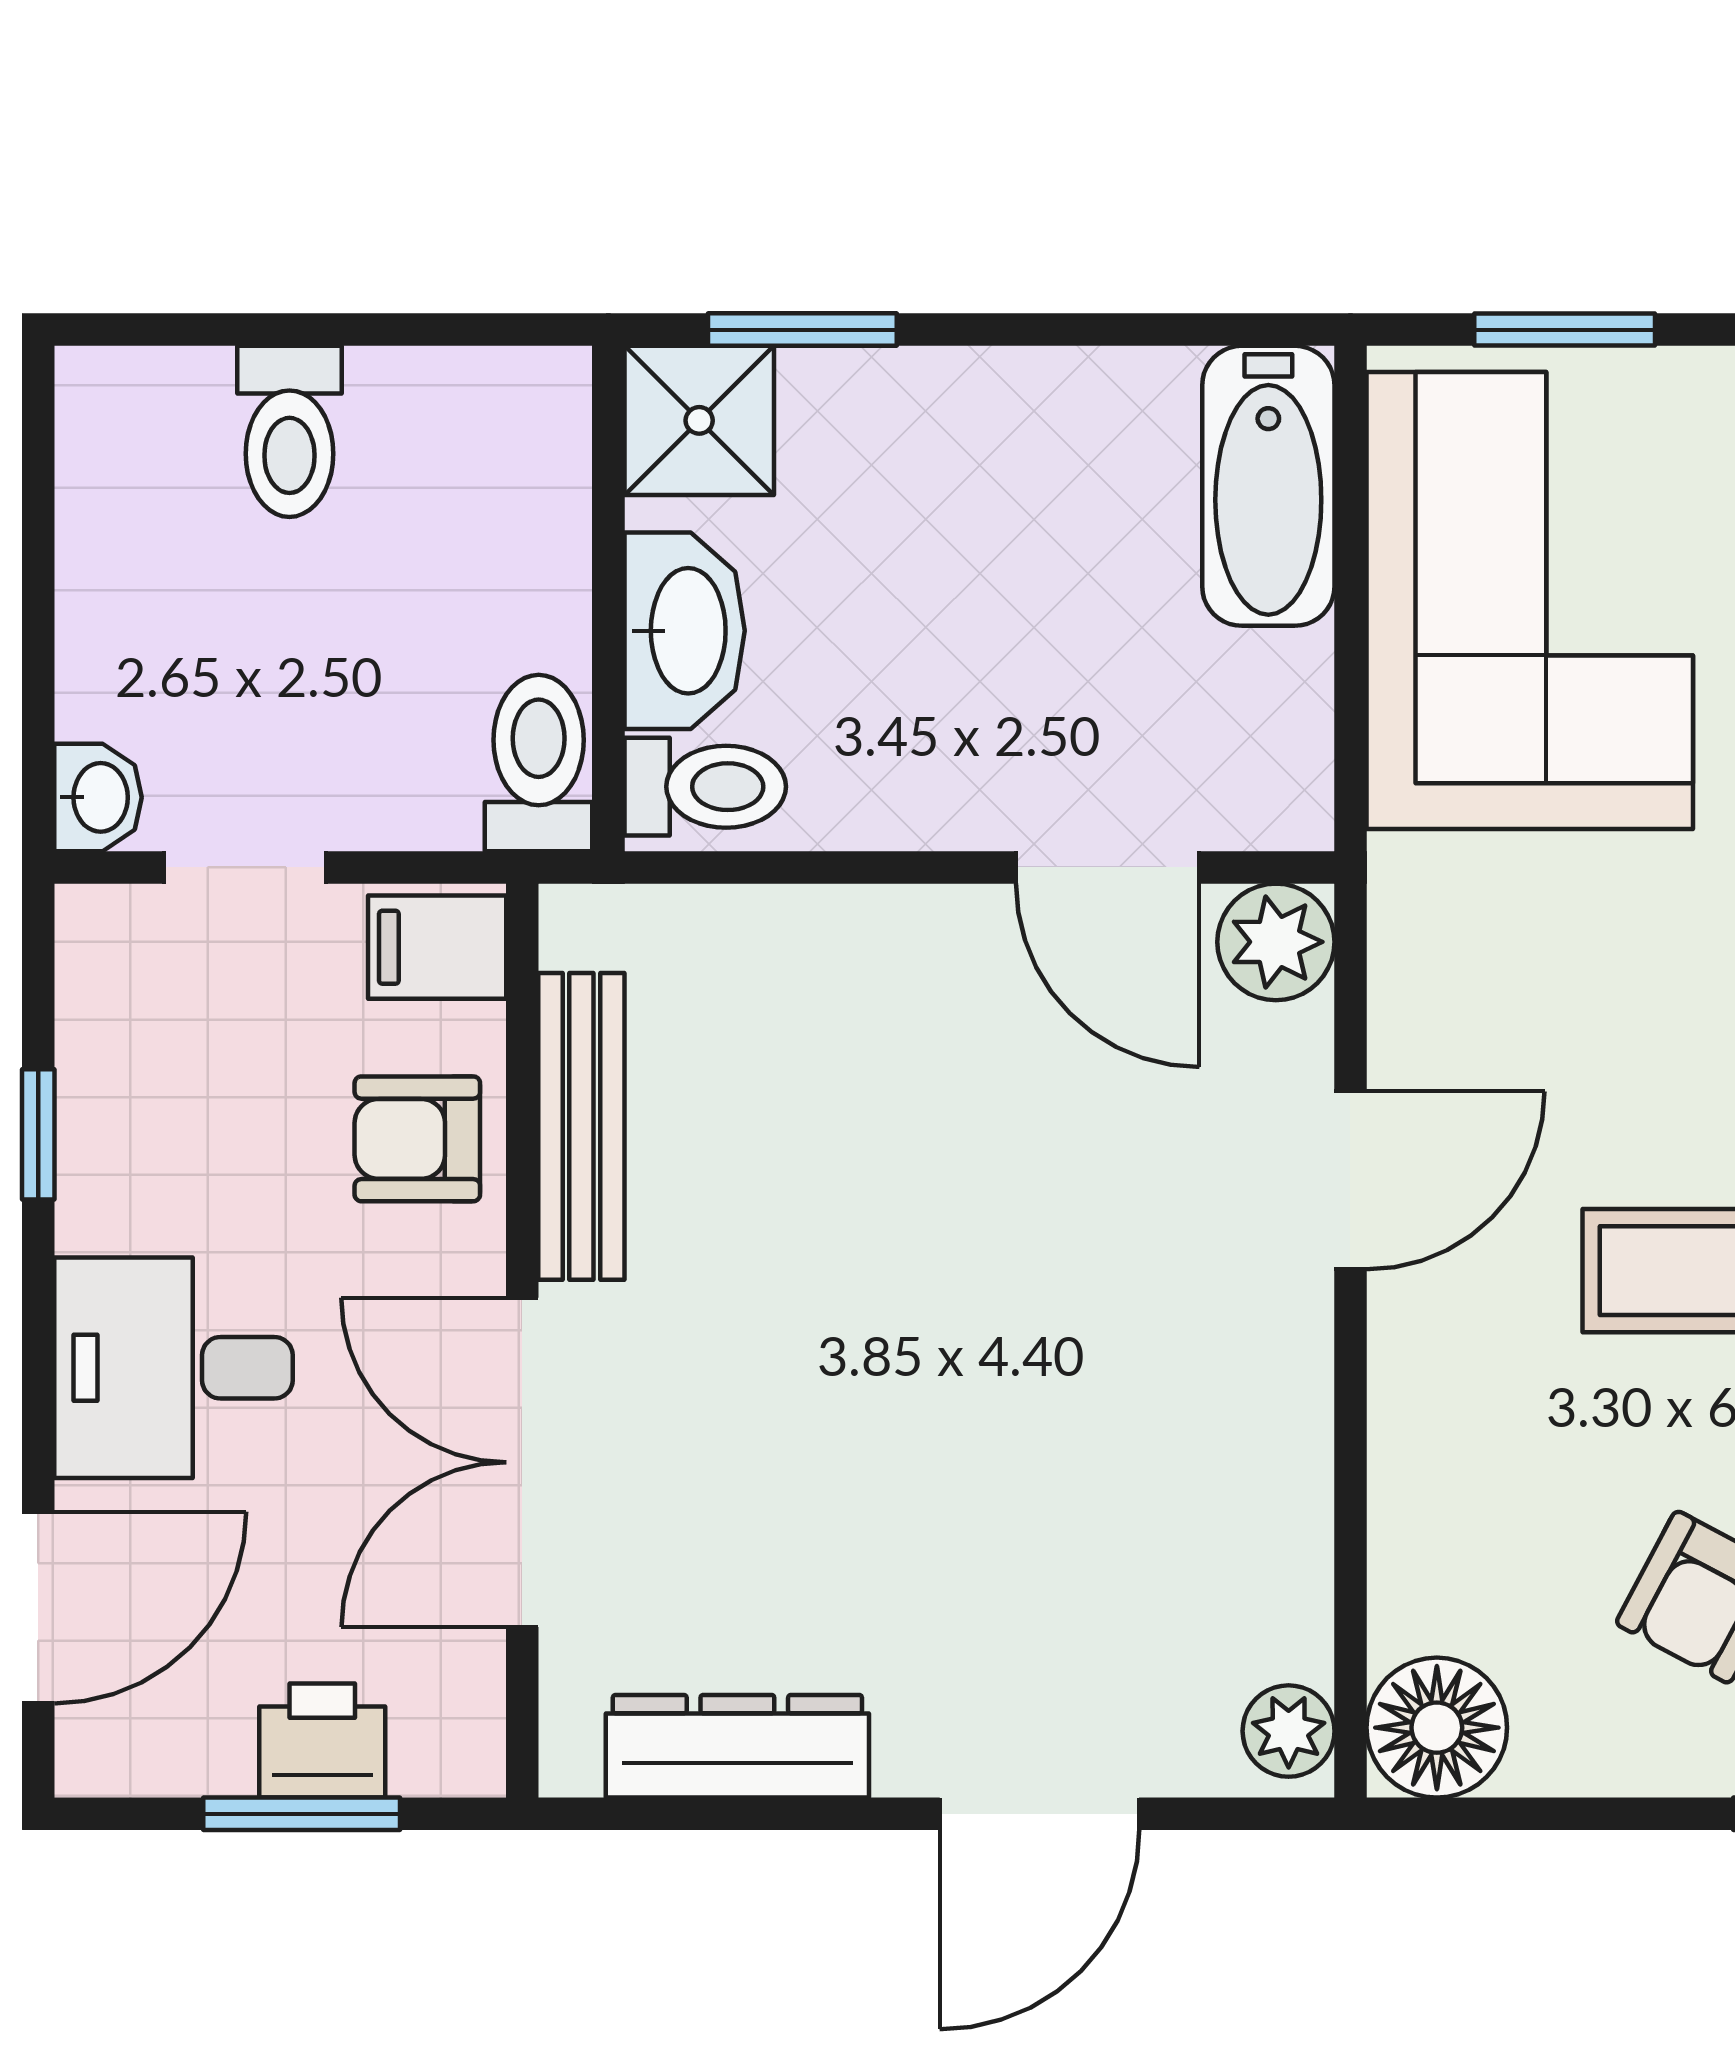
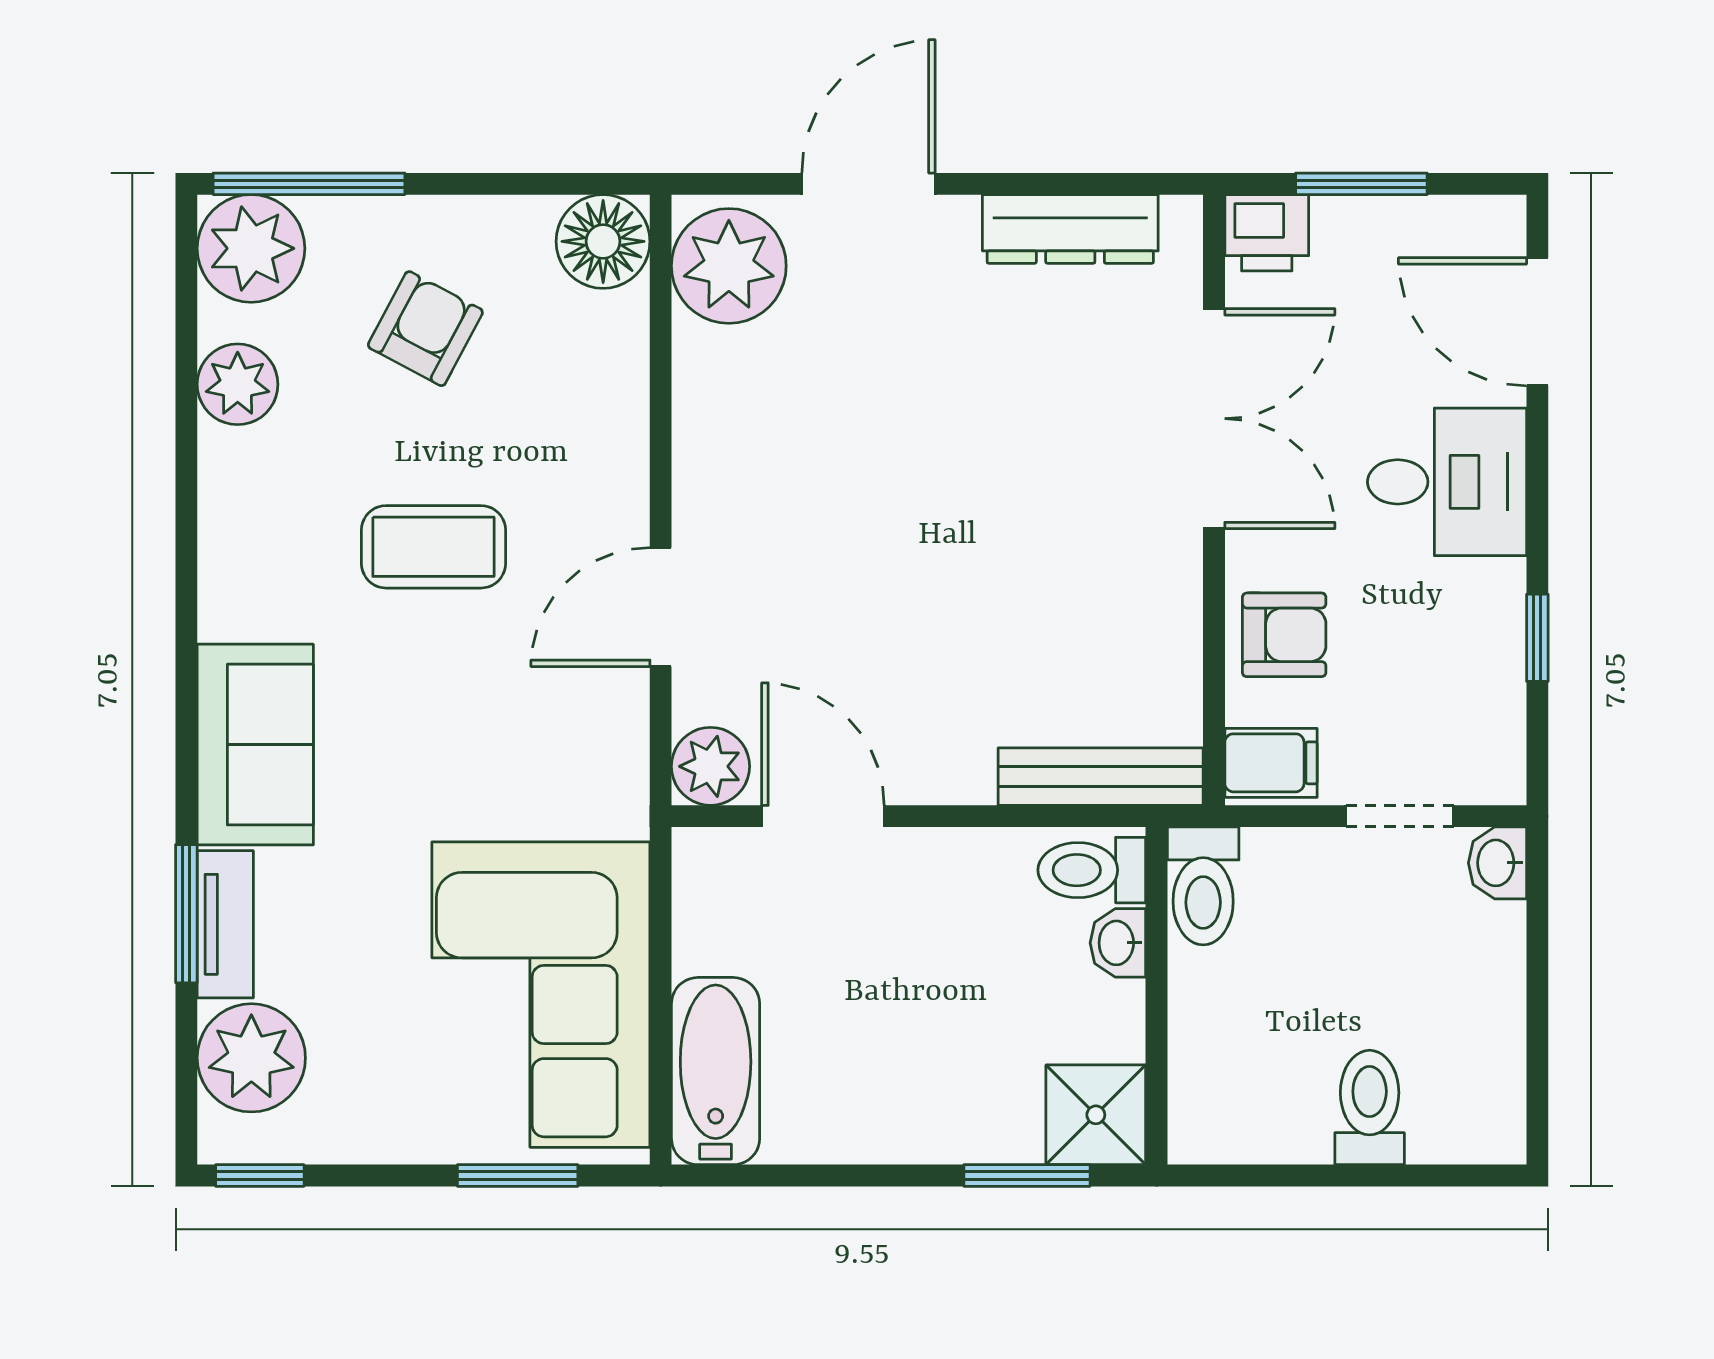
washbasin: (685, 631) -> (1118, 943), width x0.52, depth x0.69
bench: (581, 1126) -> (1101, 777), moved, turned 90
door: (38, 1607) -> (1537, 322), hinge flipped
plant: (1289, 1731) -> (729, 266), width x1.87, depth x1.87
printer: (322, 1741) -> (1267, 233), moved

